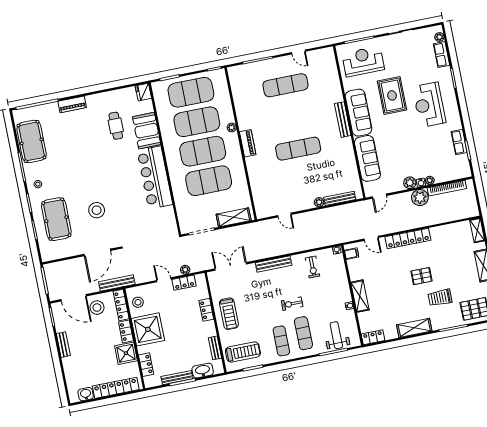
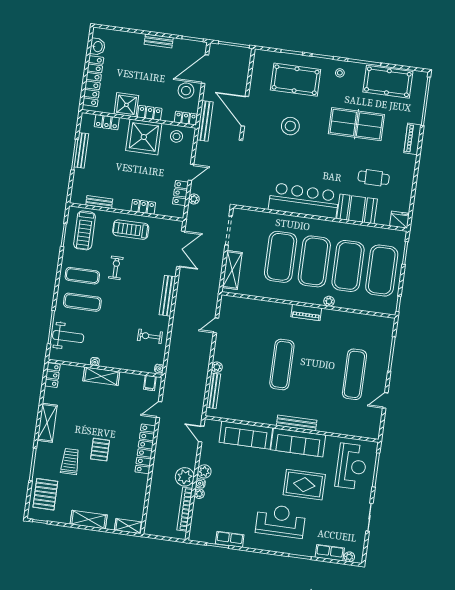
table tennis table: (76, 156) -> (356, 124), added
exercise bike: (292, 304) -> (116, 268), moved
locker: (121, 305) -> (186, 118), width x0.66
washbasin: (203, 371) -> (80, 180), removed

